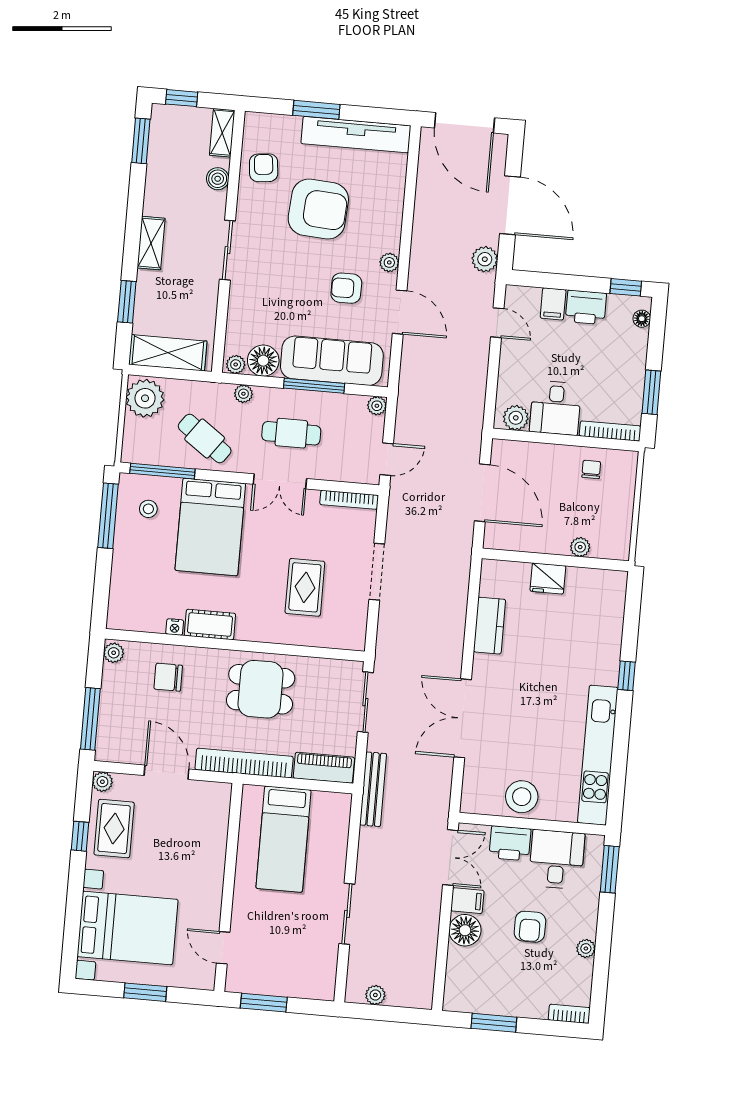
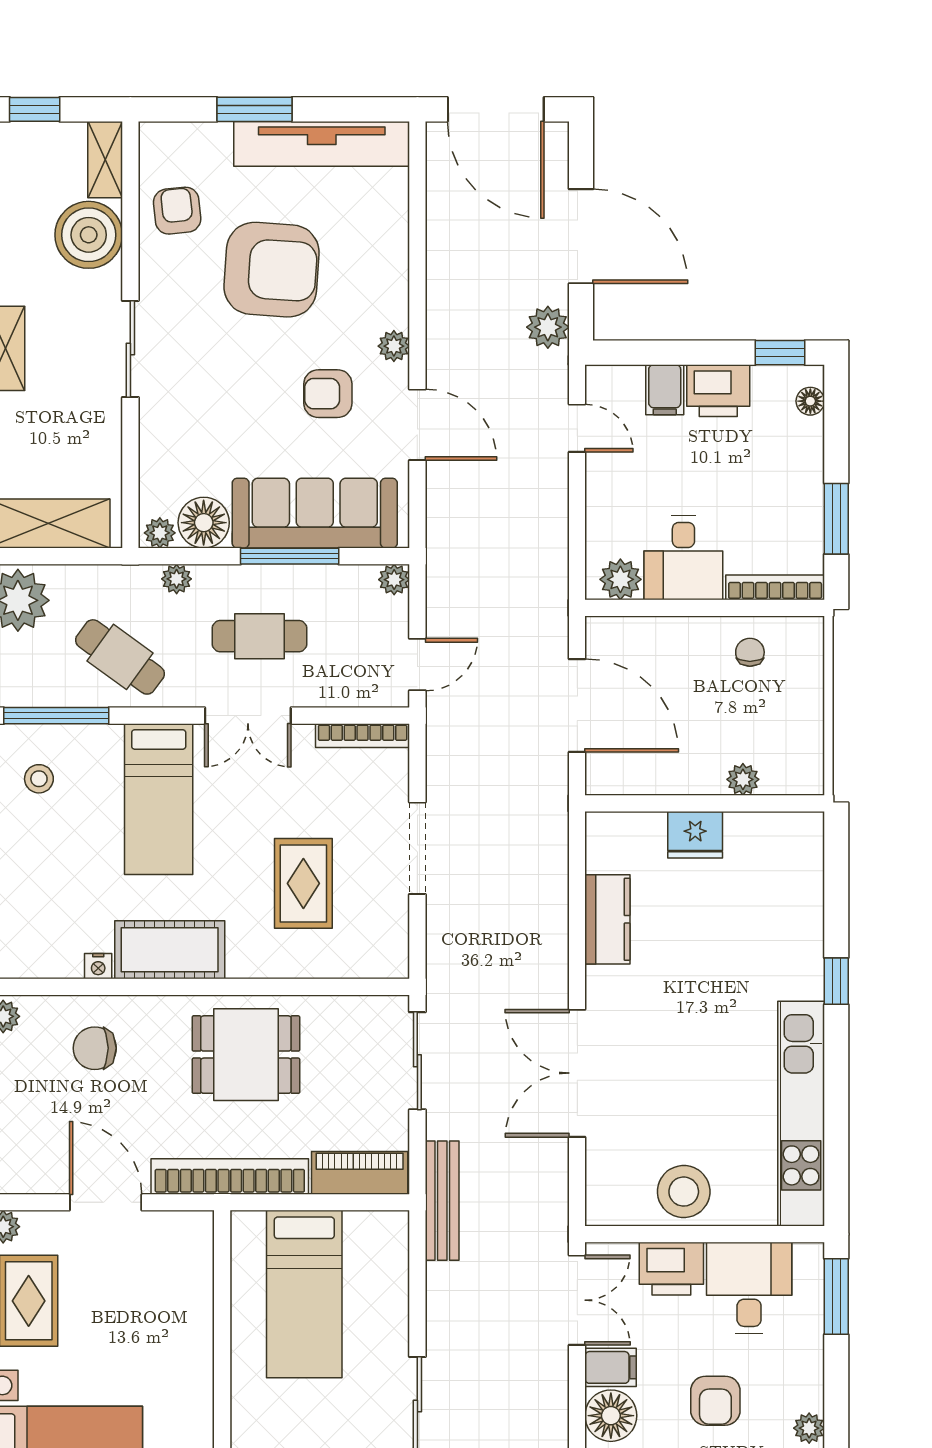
boiler: (218, 179) -> (89, 235), width x1.86, depth x1.86
bed: (210, 527) -> (159, 799), width x0.67
cot: (210, 624) -> (170, 950), width x1.37, depth x1.34

